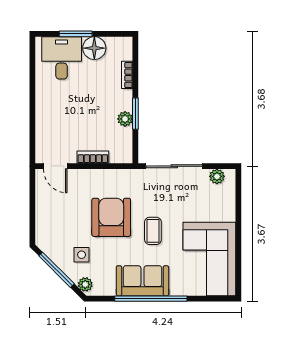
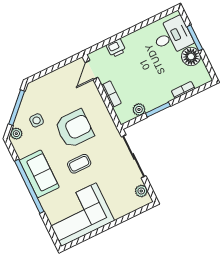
plant: (125, 119) -> (139, 110), moved
printer: (44, 127) -> (116, 48), added

